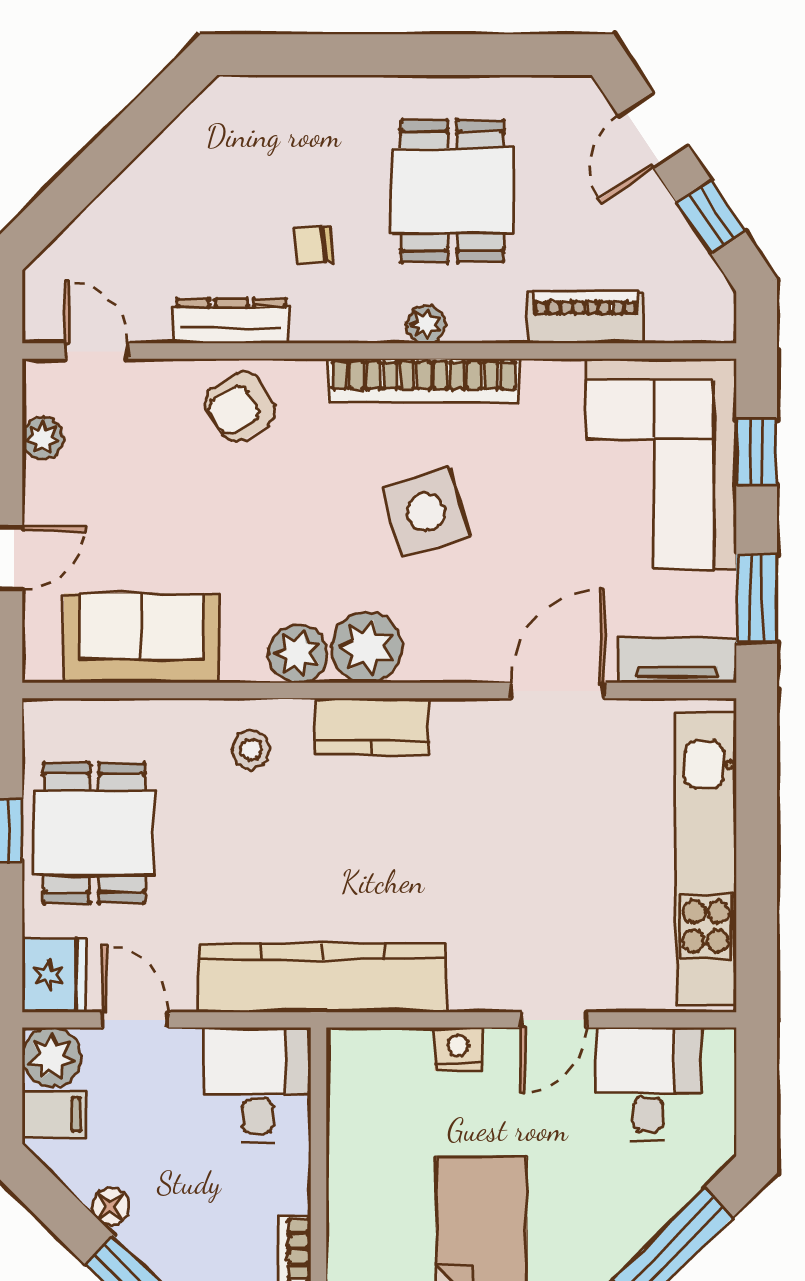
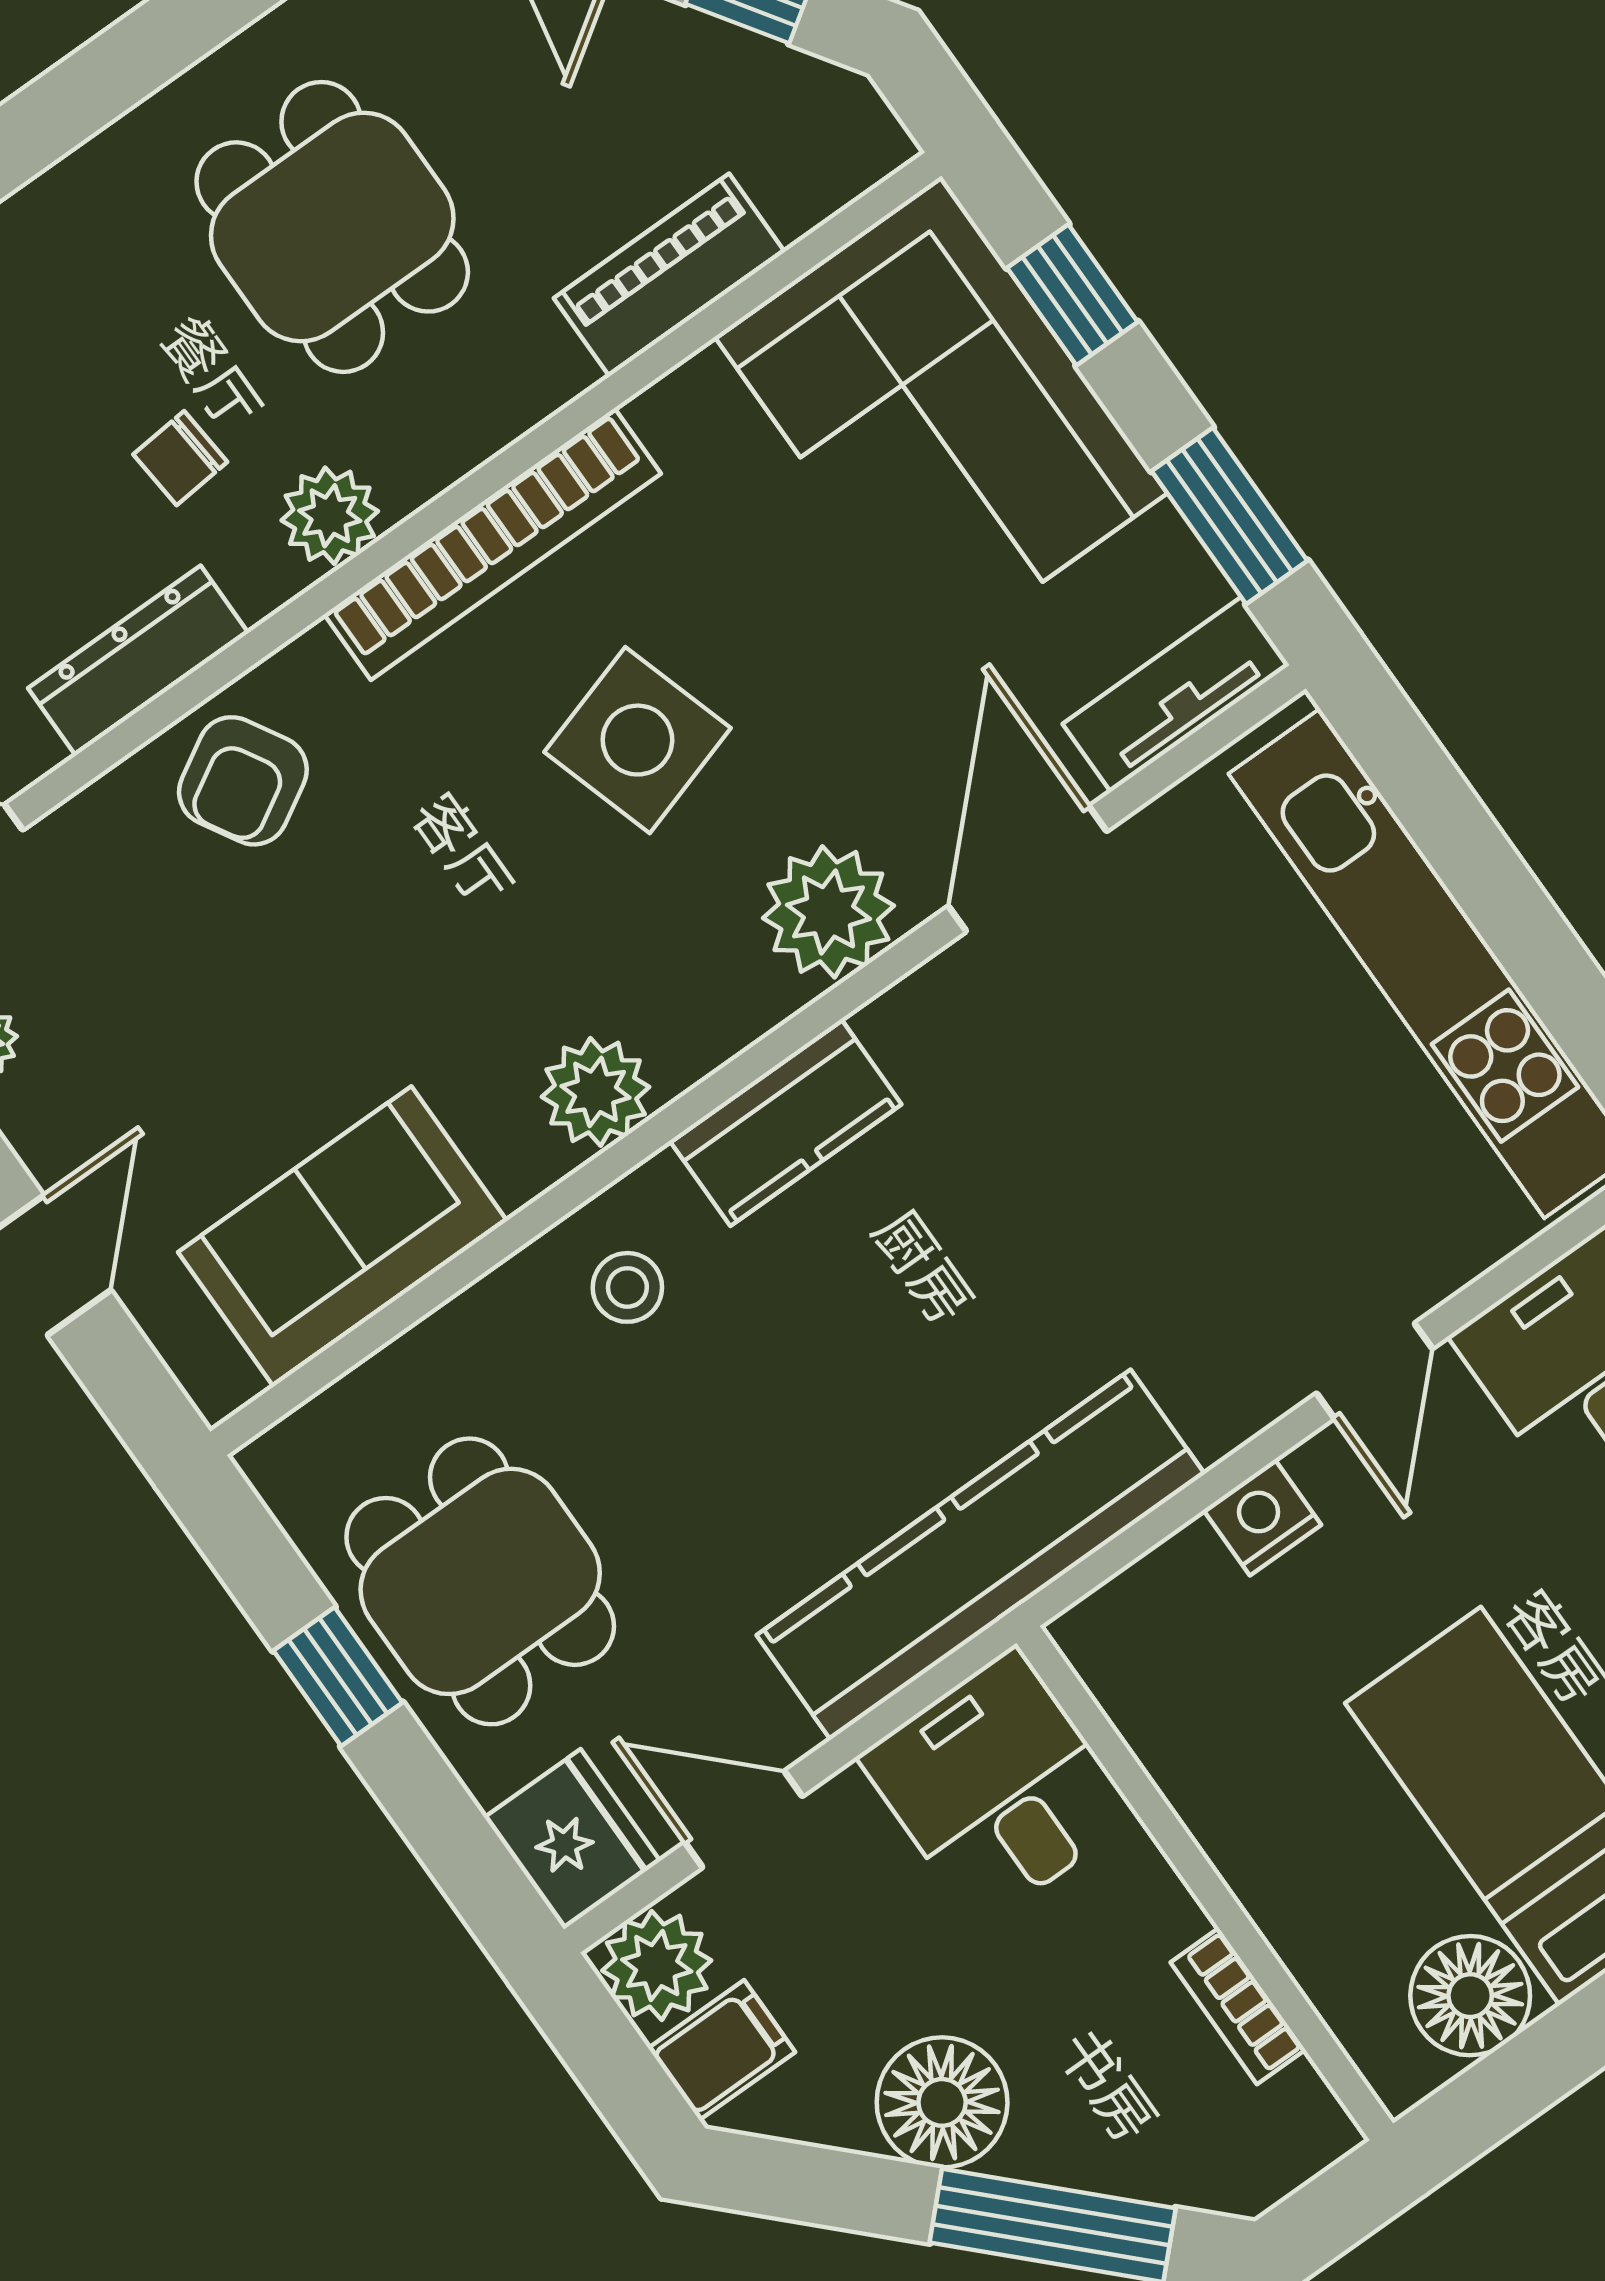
plant: (426, 324) -> (330, 516), moved, width x1.38, depth x1.38
plant: (367, 647) -> (828, 912), moved
floor lamp: (111, 1206) -> (942, 2102), width x1.89, depth x1.89

